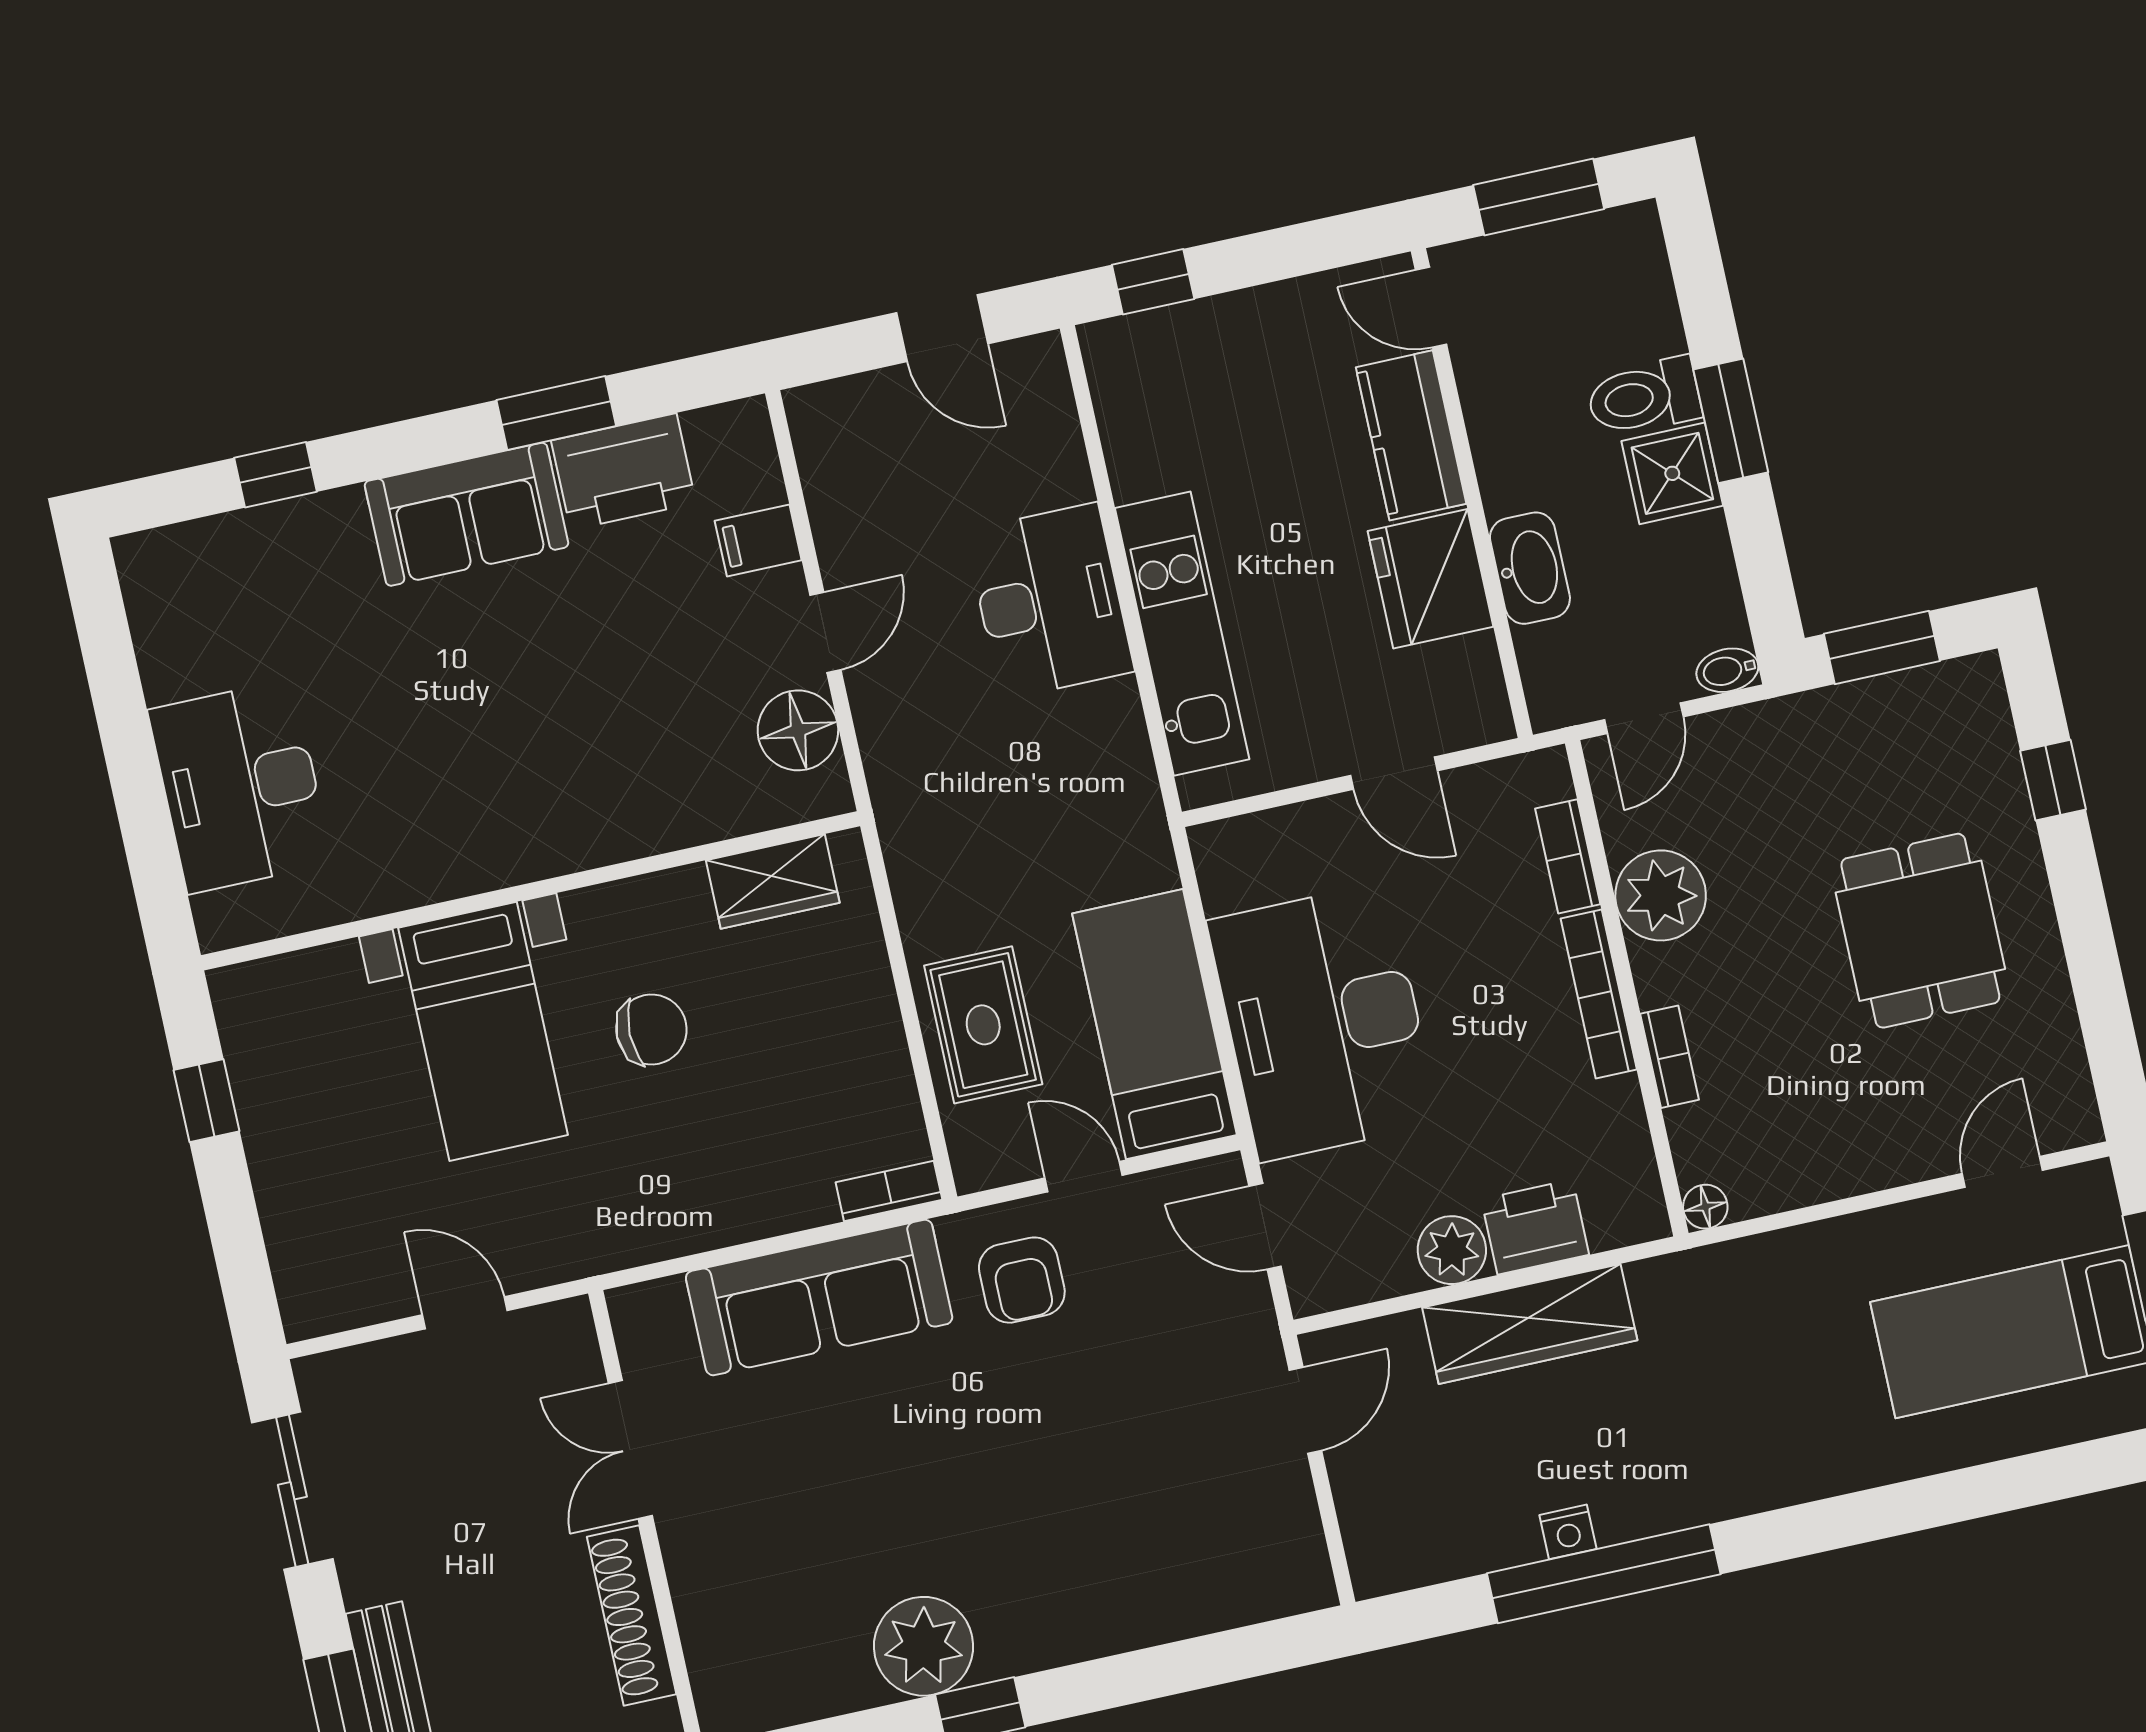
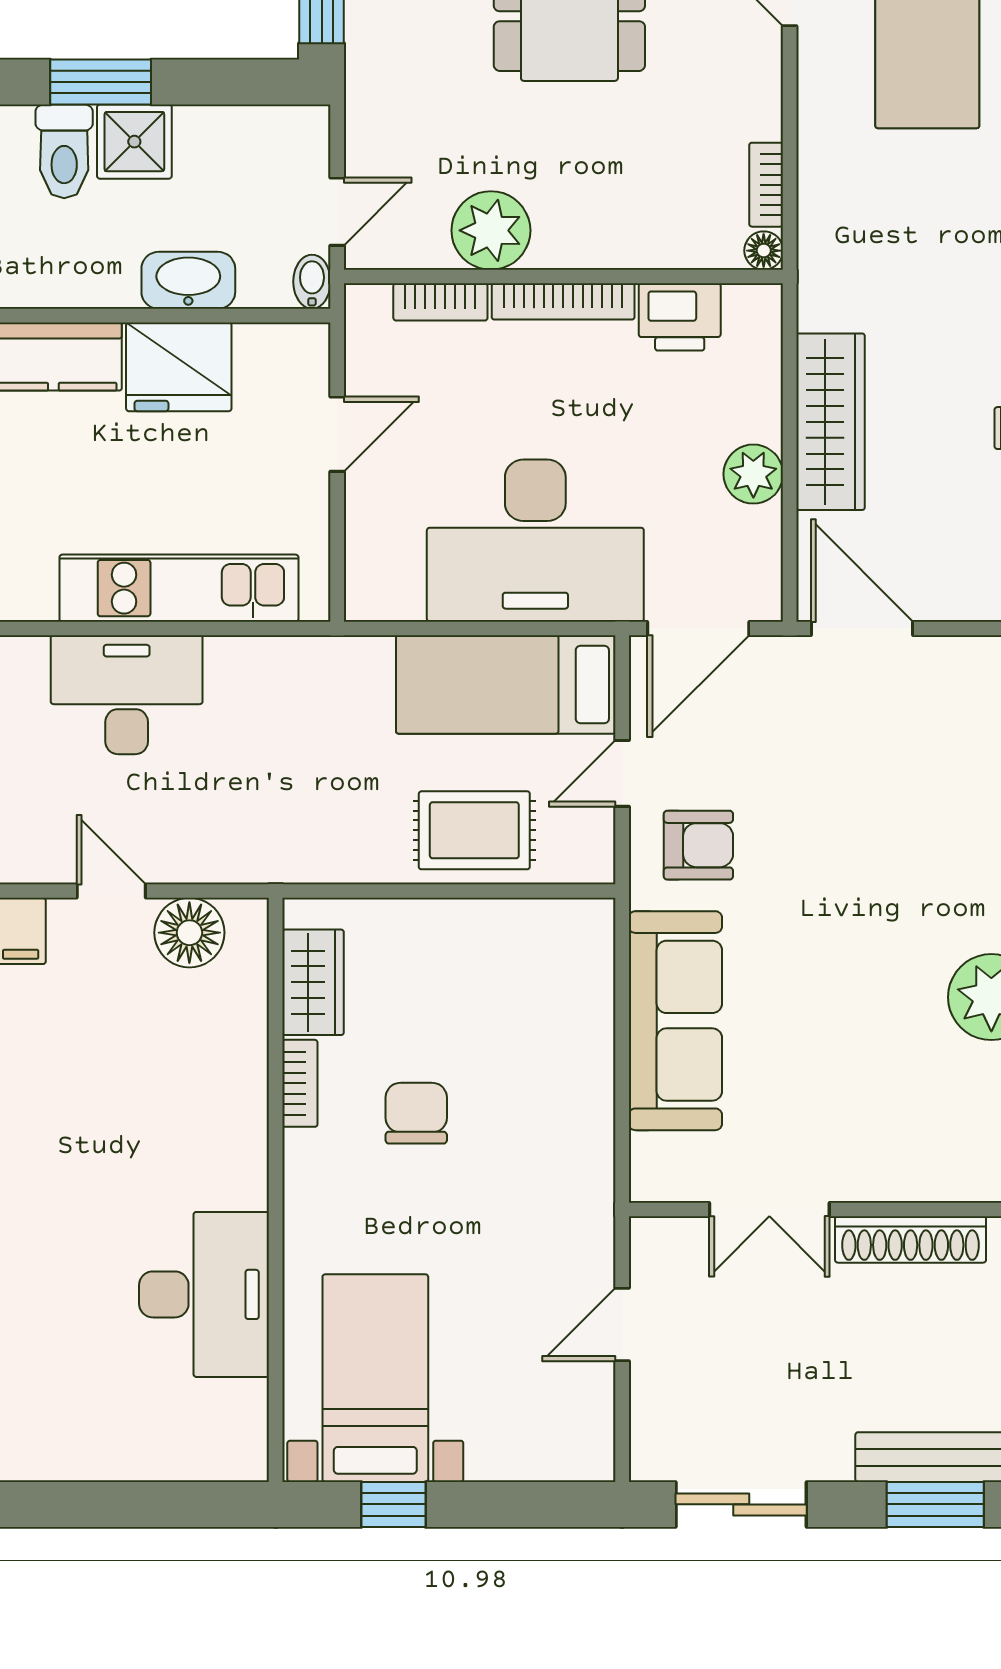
bidet: (1727, 670) -> (312, 282), moved, turned 180
door: (1644, 718) -> (337, 212), hinge flipped
desk: (240, 786) -> (204, 1294), moved, turned -90
bed with nightstands: (483, 1031) -> (375, 1378), moved, turned -90
bookcase: (1670, 1057) -> (766, 185), moved, turned -90
bookcase: (889, 1191) -> (300, 1083), moved, turned 180
door: (1265, 1226) -> (698, 628), width x1.38
printer: (1535, 1227) -> (680, 317), moved, turned -90
door: (1305, 1410) -> (862, 628), width x1.38

